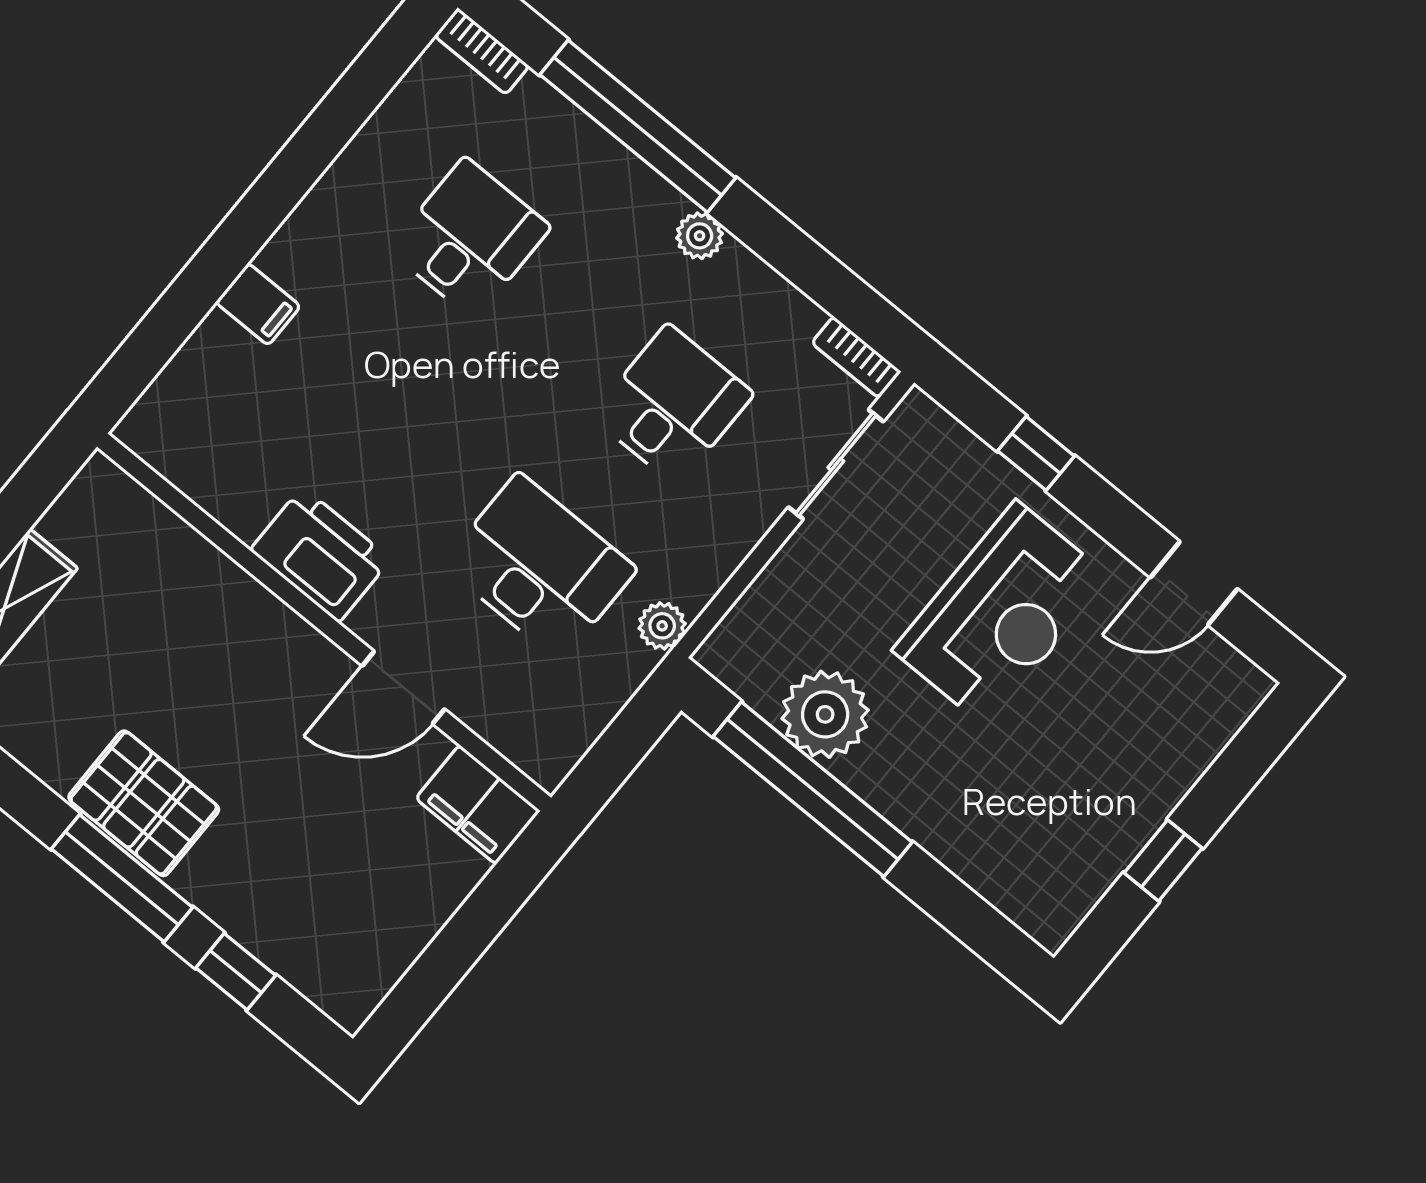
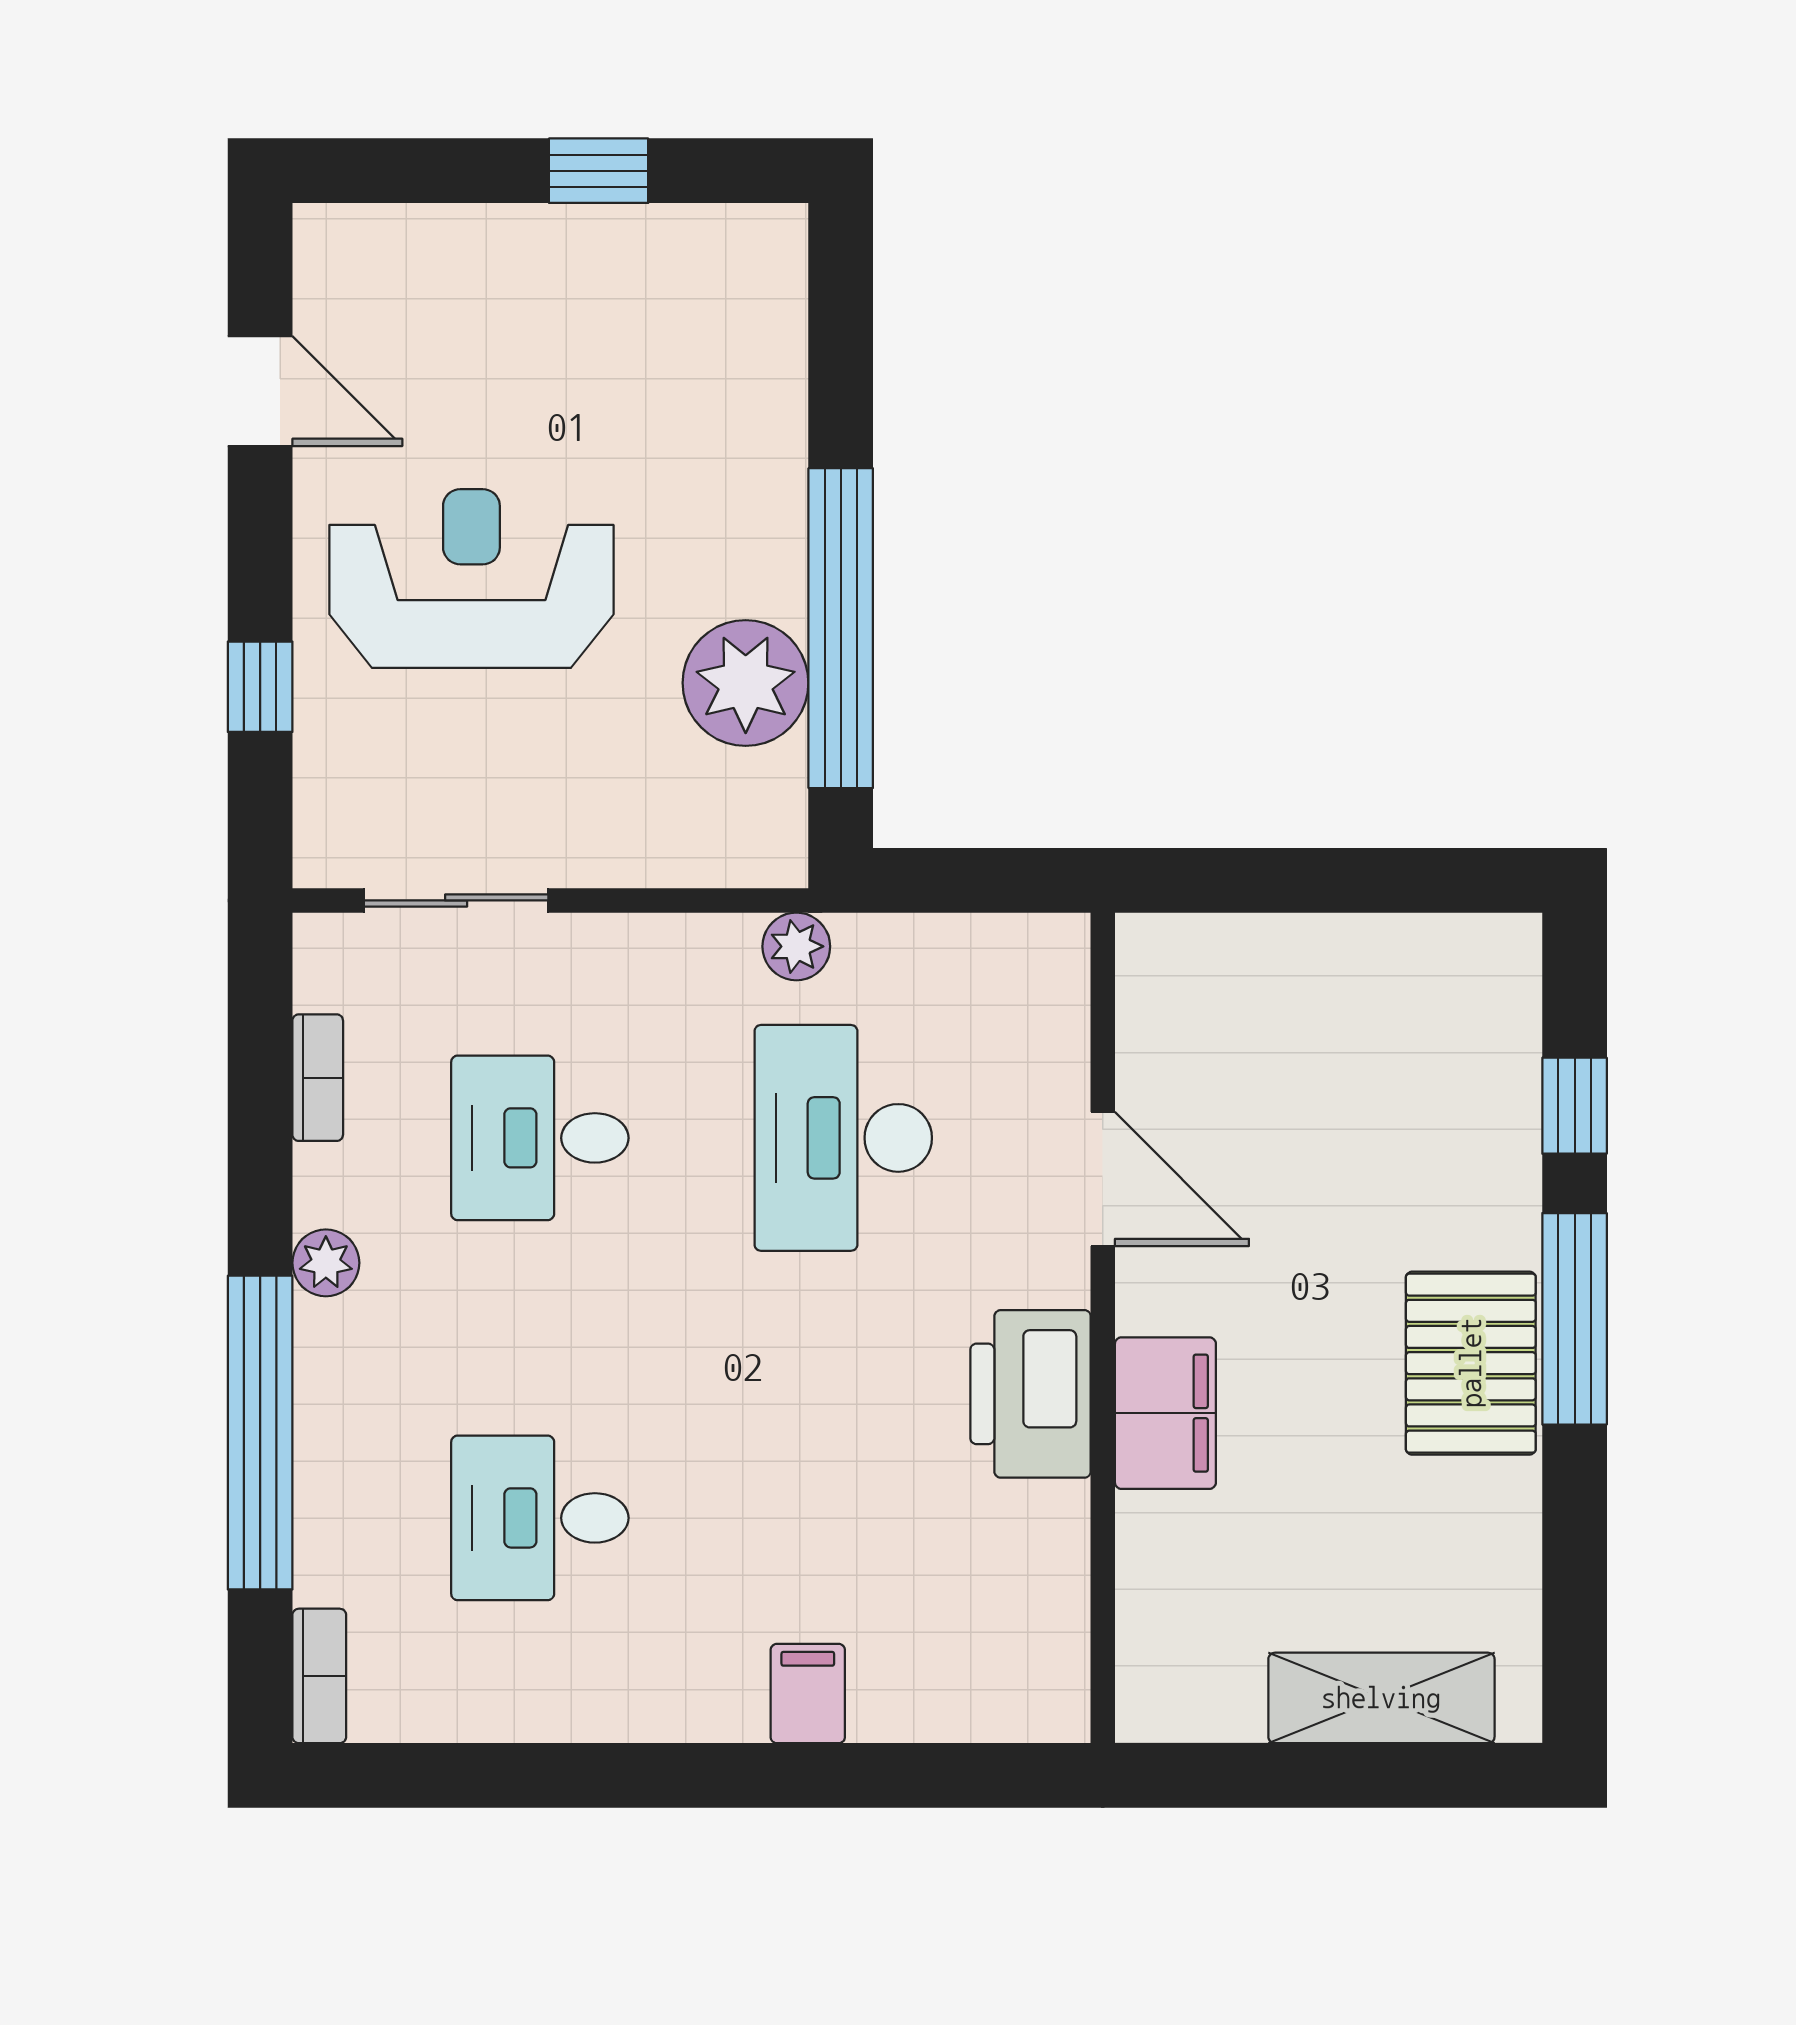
bookcase: (856, 357) -> (318, 1078), moved
filing cabinet: (478, 805) -> (1165, 1413), moved

